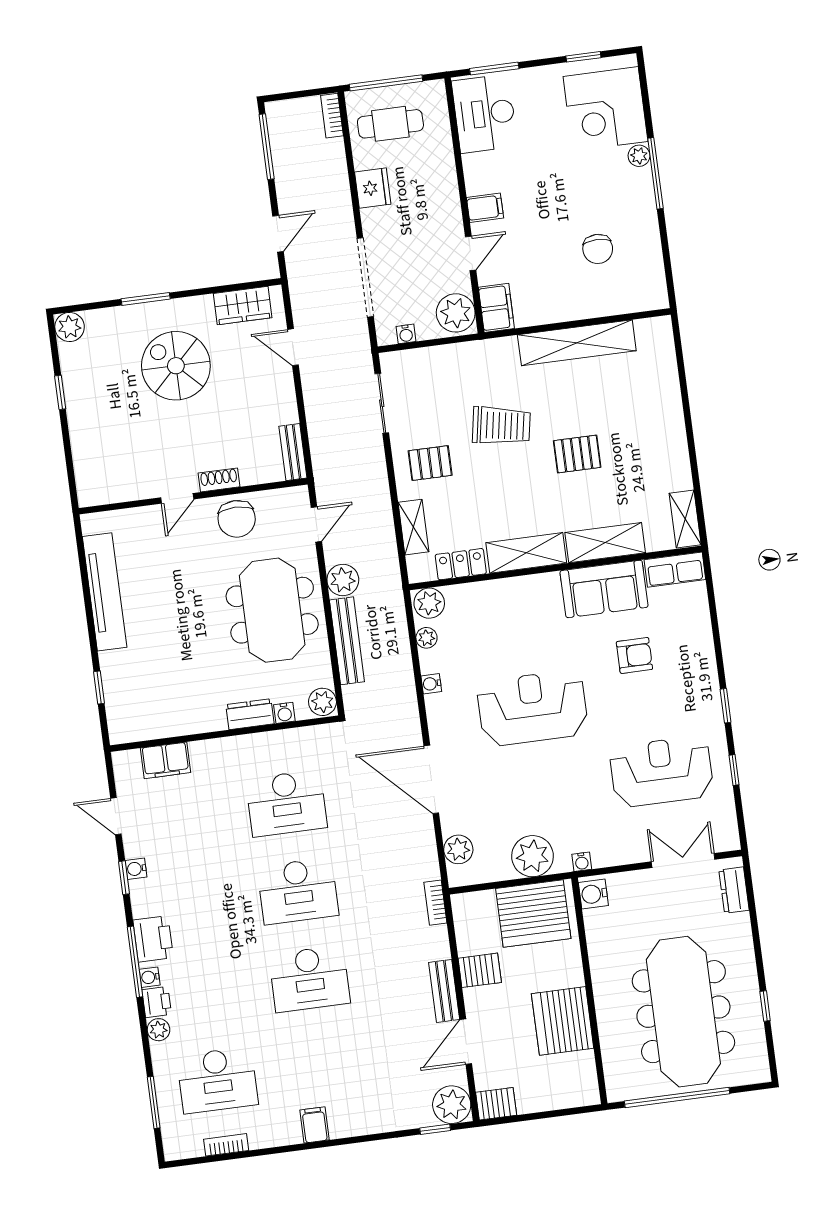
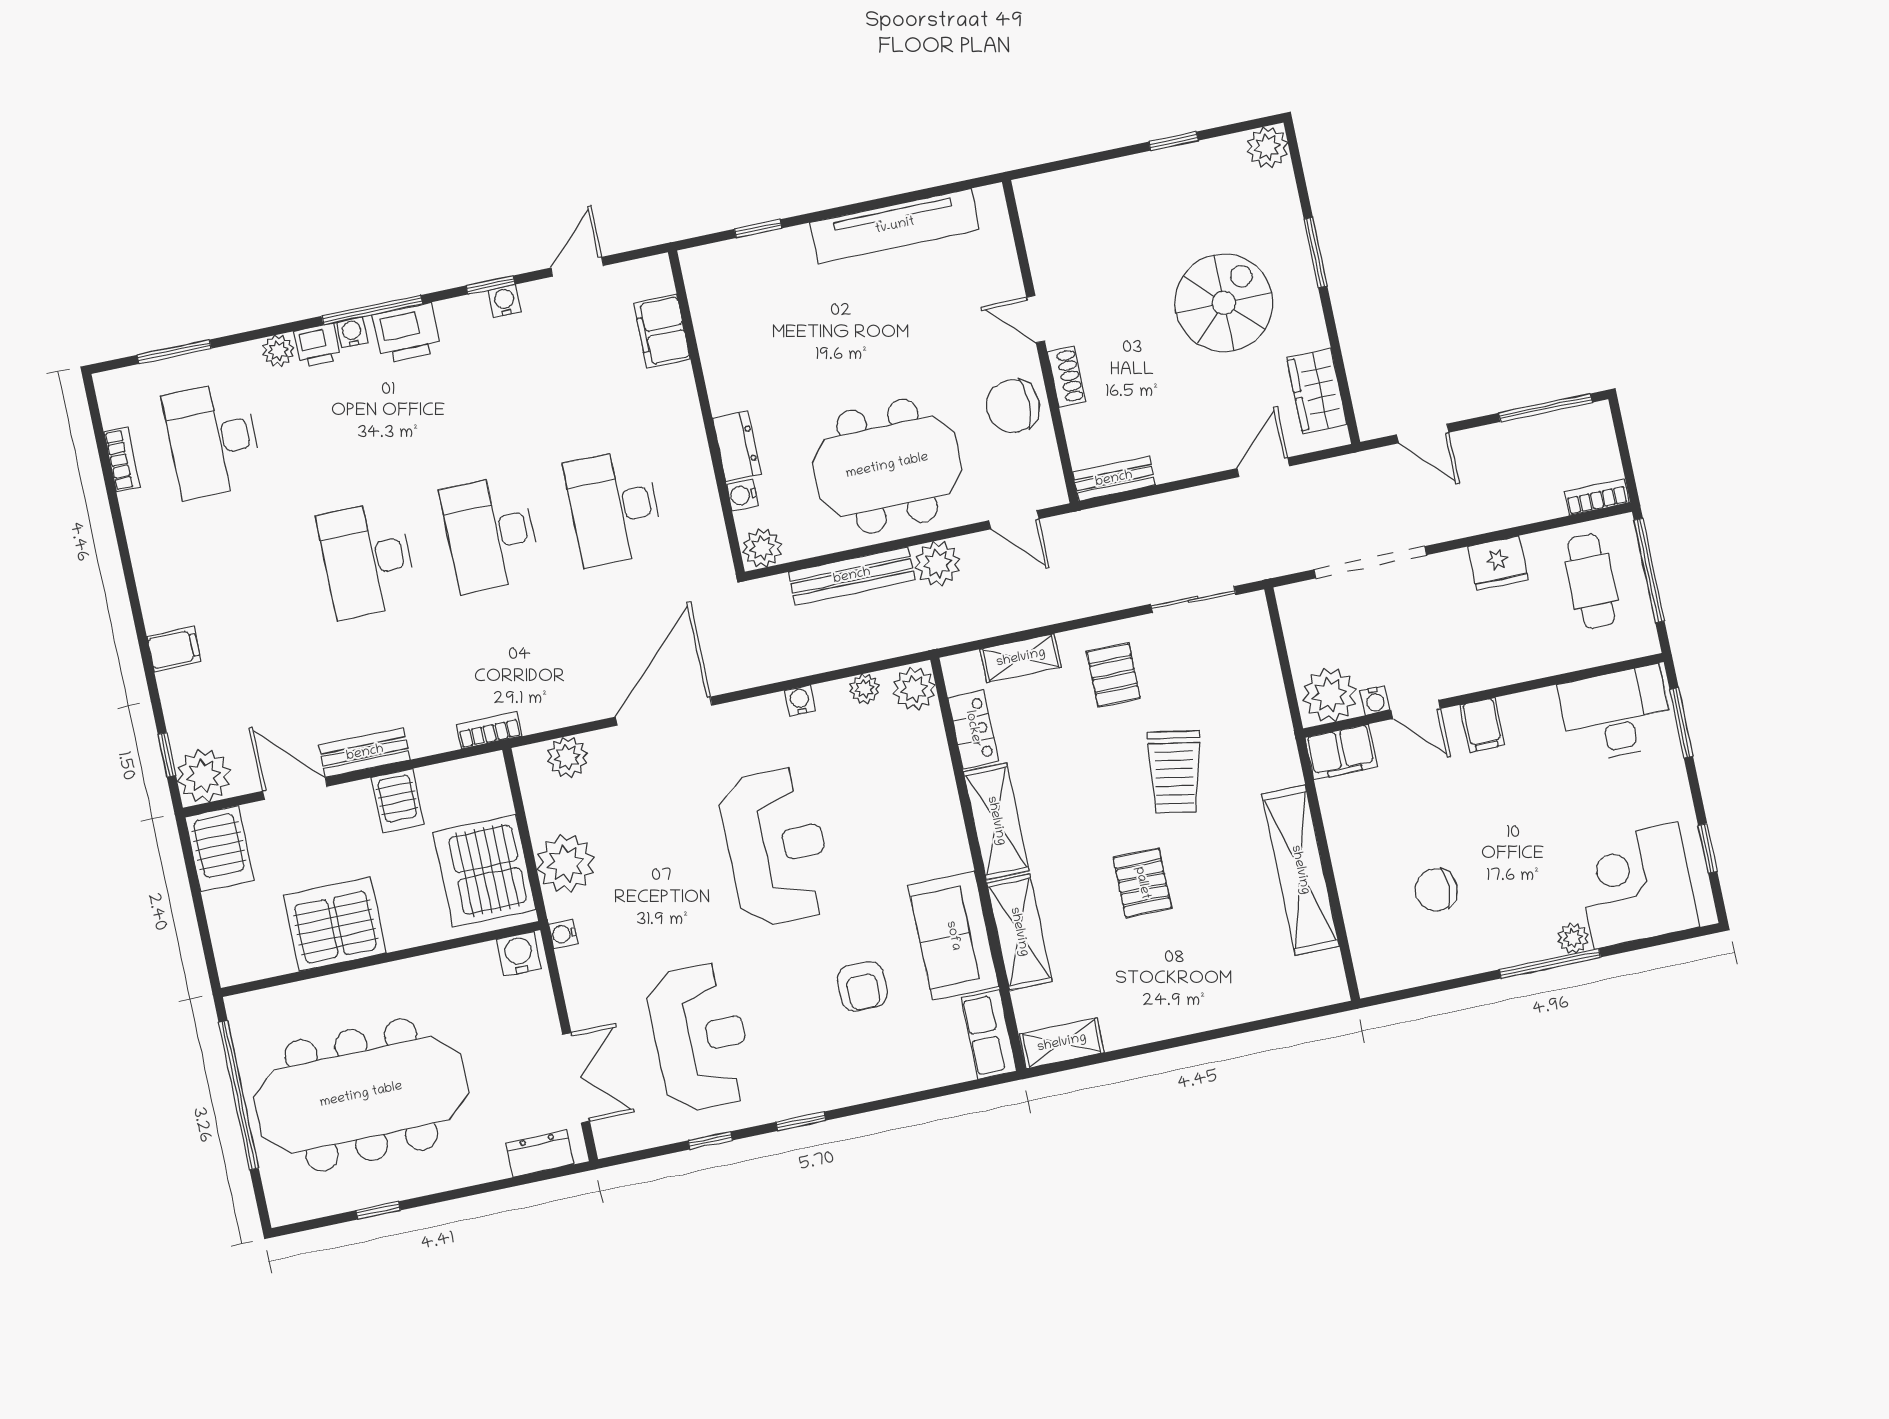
water cooler: (406, 334) -> (1375, 700), moved, turned -90
server rack: (496, 1104) -> (219, 849), width x1.36, depth x1.44
filing cabinet: (315, 1125) -> (174, 649), moved

